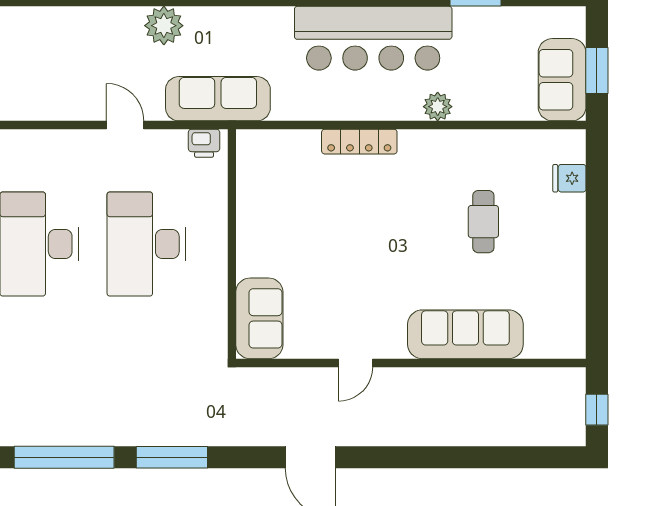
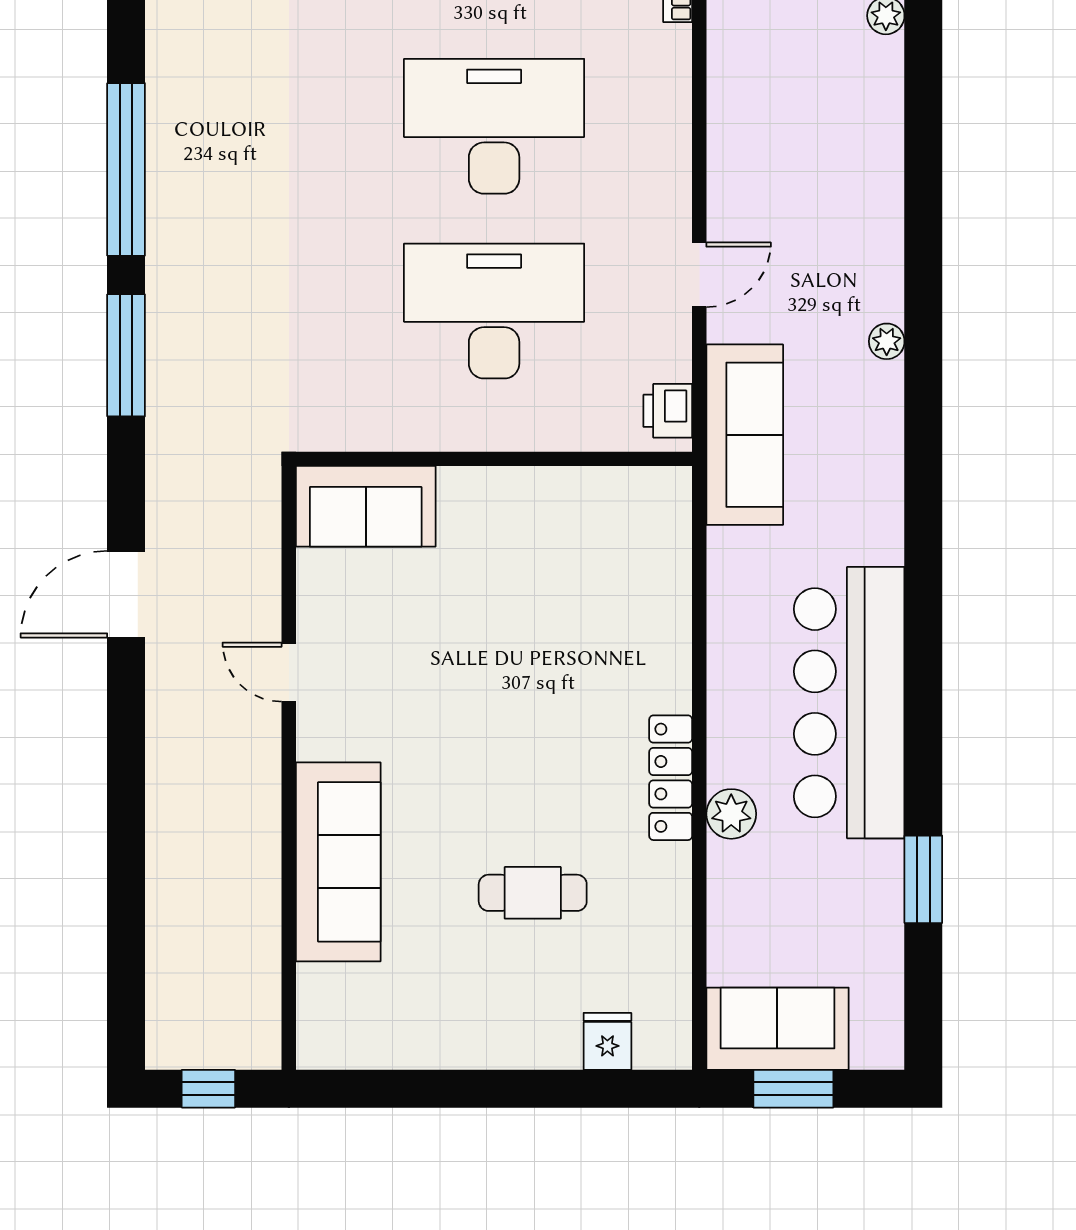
plant: (164, 26) -> (887, 341), width x0.53, depth x0.53
locker: (359, 142) -> (671, 778), moved

